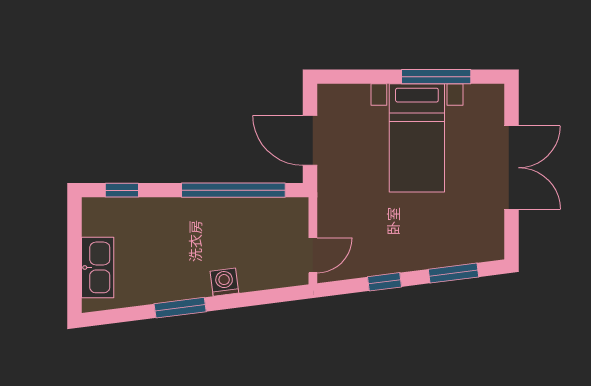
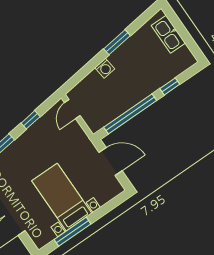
window: (122, 190) -> (170, 86), moved

